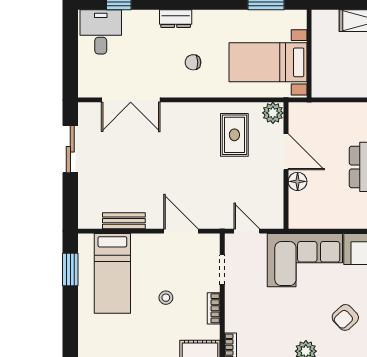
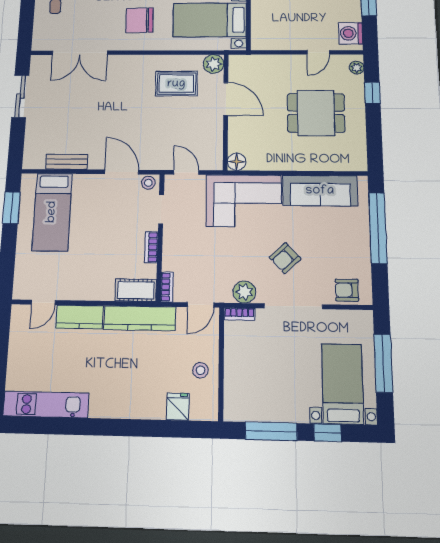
chair: (193, 62) -> (140, 20), width x1.87, depth x1.87
rug: (234, 135) -> (176, 84), turned 90
floor lamp: (298, 181) -> (237, 162), moved
stool: (166, 298) -> (148, 183), moved

